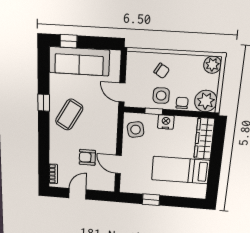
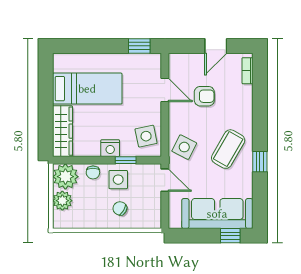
plant: (212, 65) -> (62, 201), moved
side table: (105, 119) -> (184, 147), added
window: (151, 200) -> (139, 46), moved

